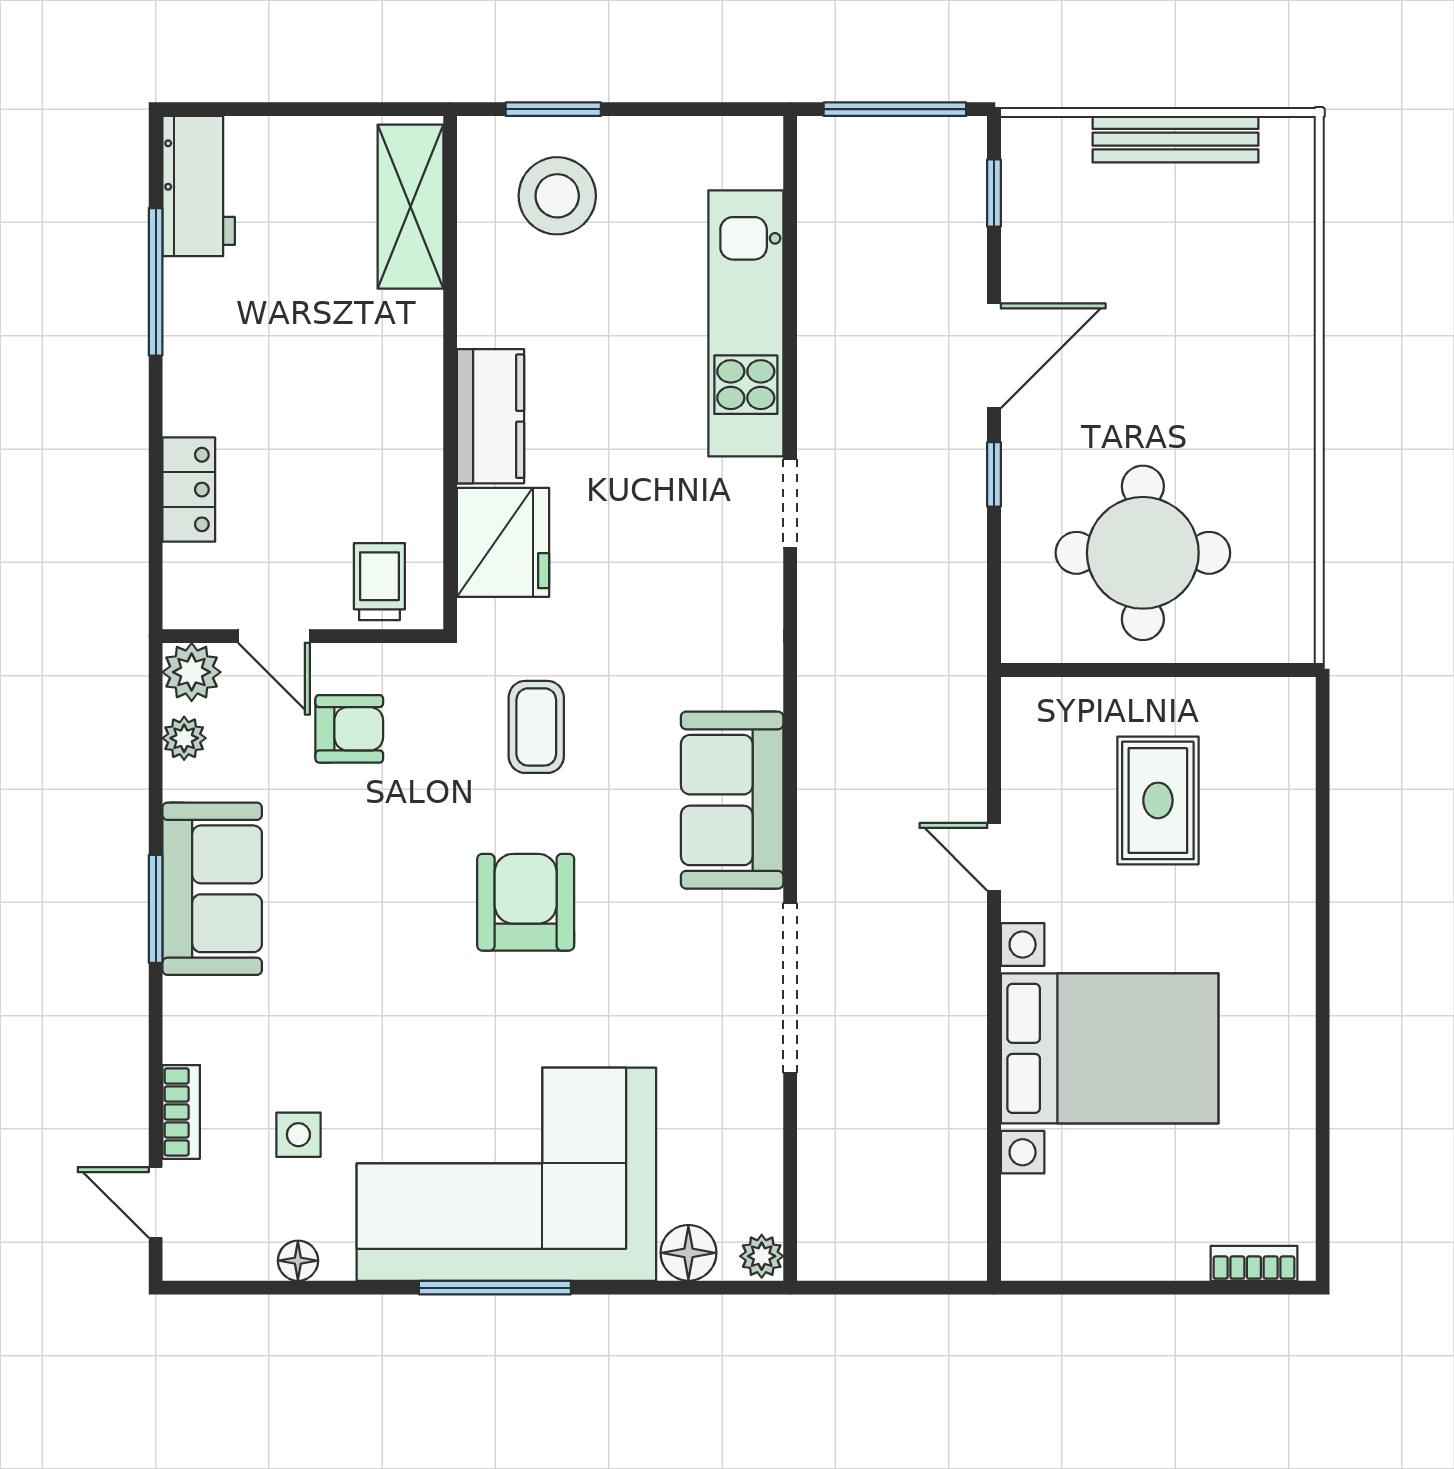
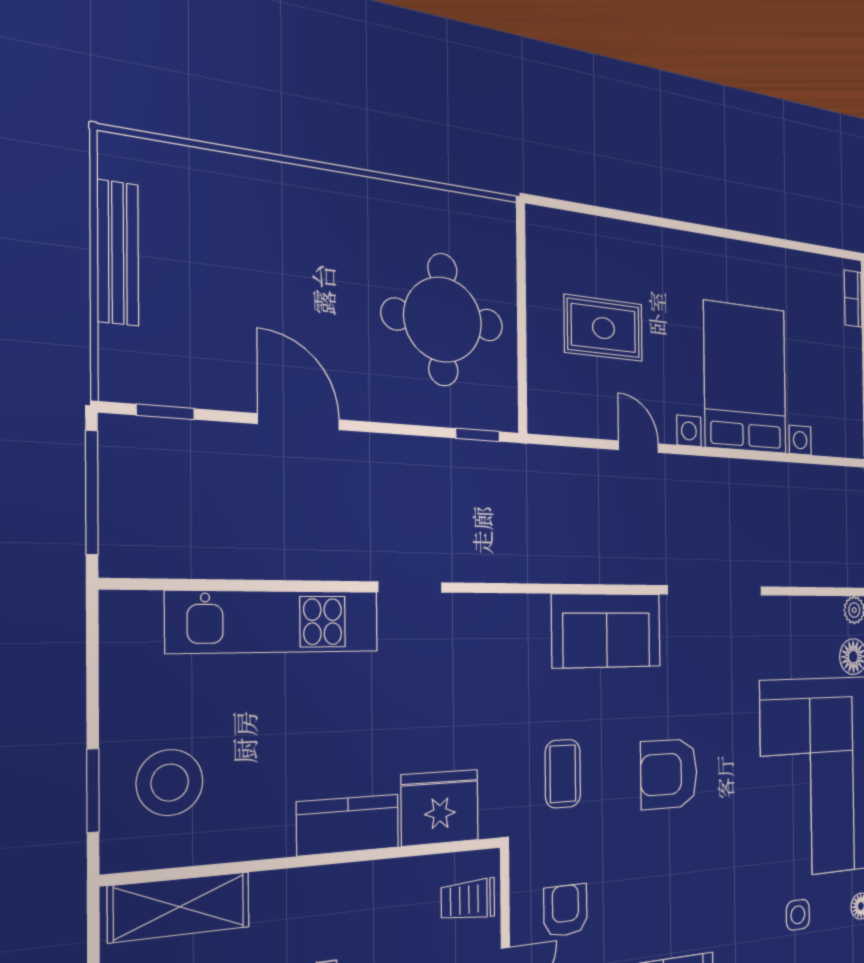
window: (994, 474) -> (478, 435), moved
coffee table: (536, 727) -> (563, 774), turned 90
door: (994, 857) -> (639, 447), swing flipped

